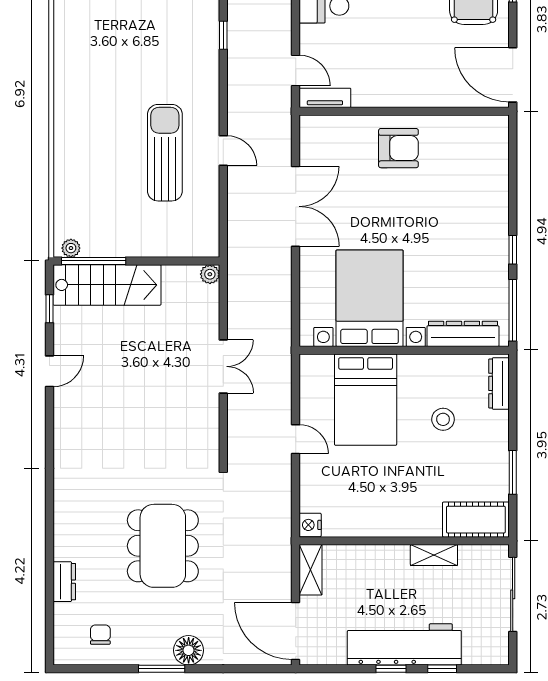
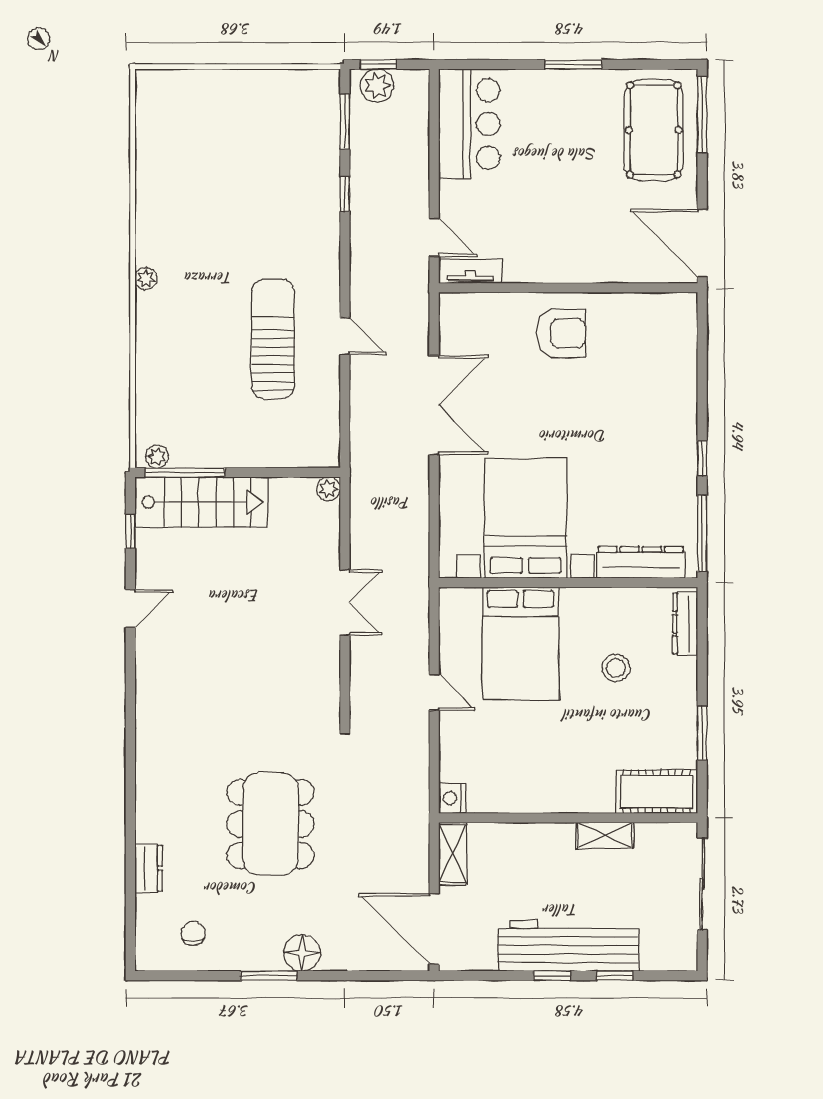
plant: (62, 104) -> (146, 279), added

